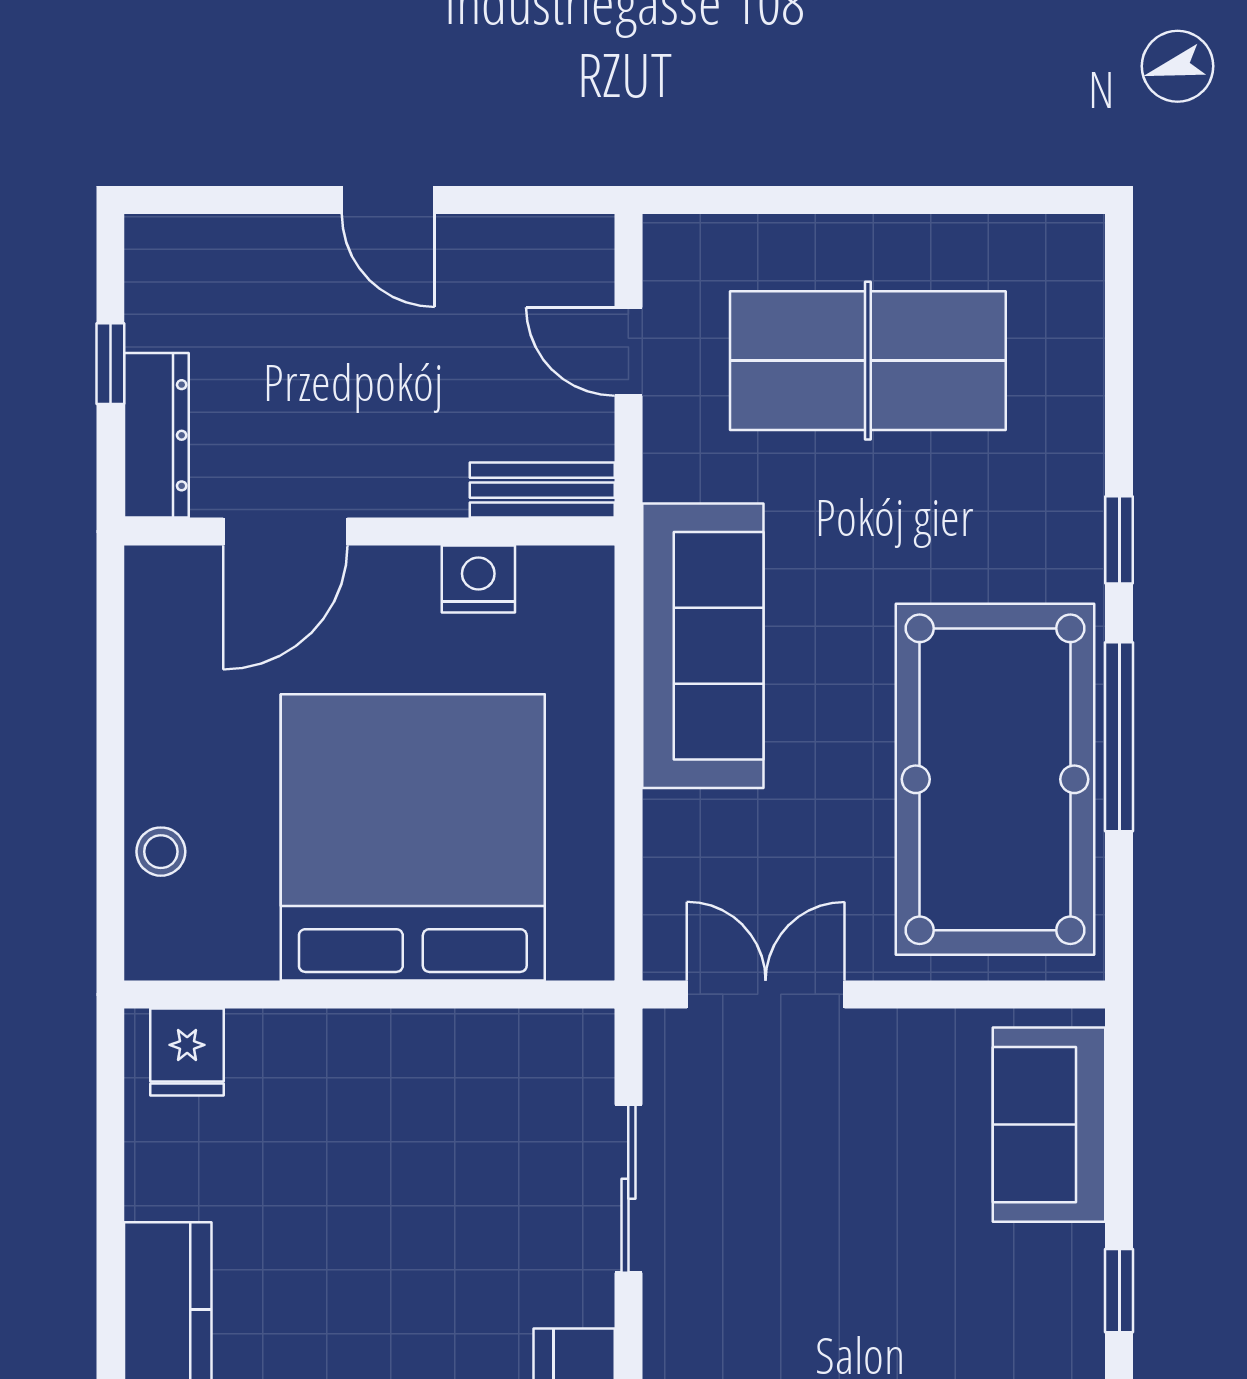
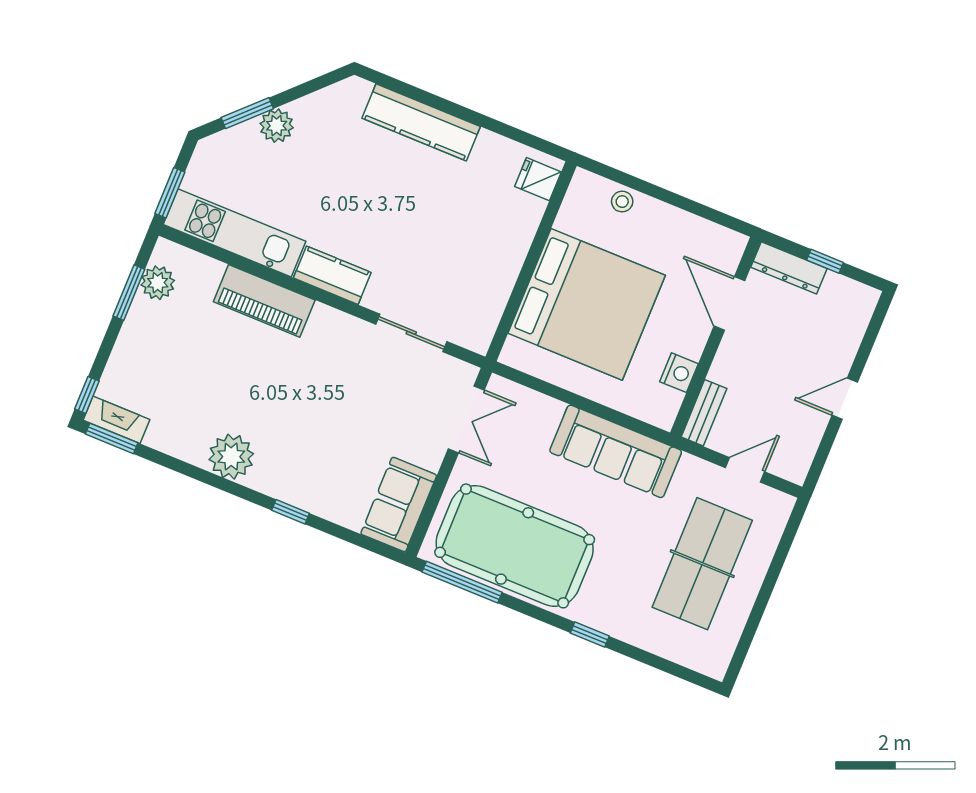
window: (1119, 737) -> (462, 582), moved
sofa: (1049, 1125) -> (399, 504), moved, turned -90

